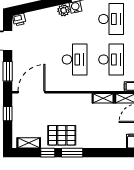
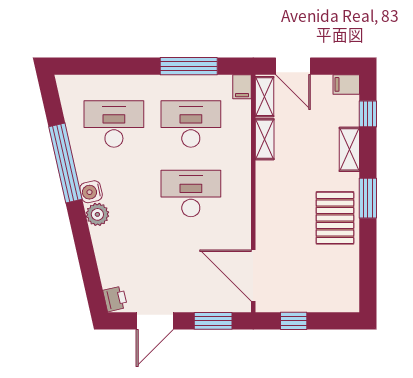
shelving: (29, 143) -> (349, 149), moved
window: (48, 153) -> (368, 114), moved

